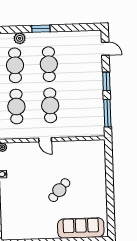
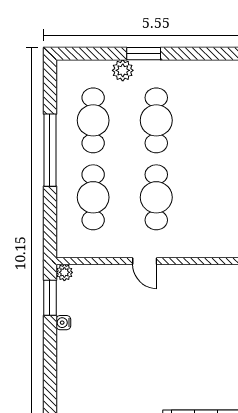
plant: (20, 38) -> (123, 70), moved
cafe table: (59, 190) -> (168, 356), removed

